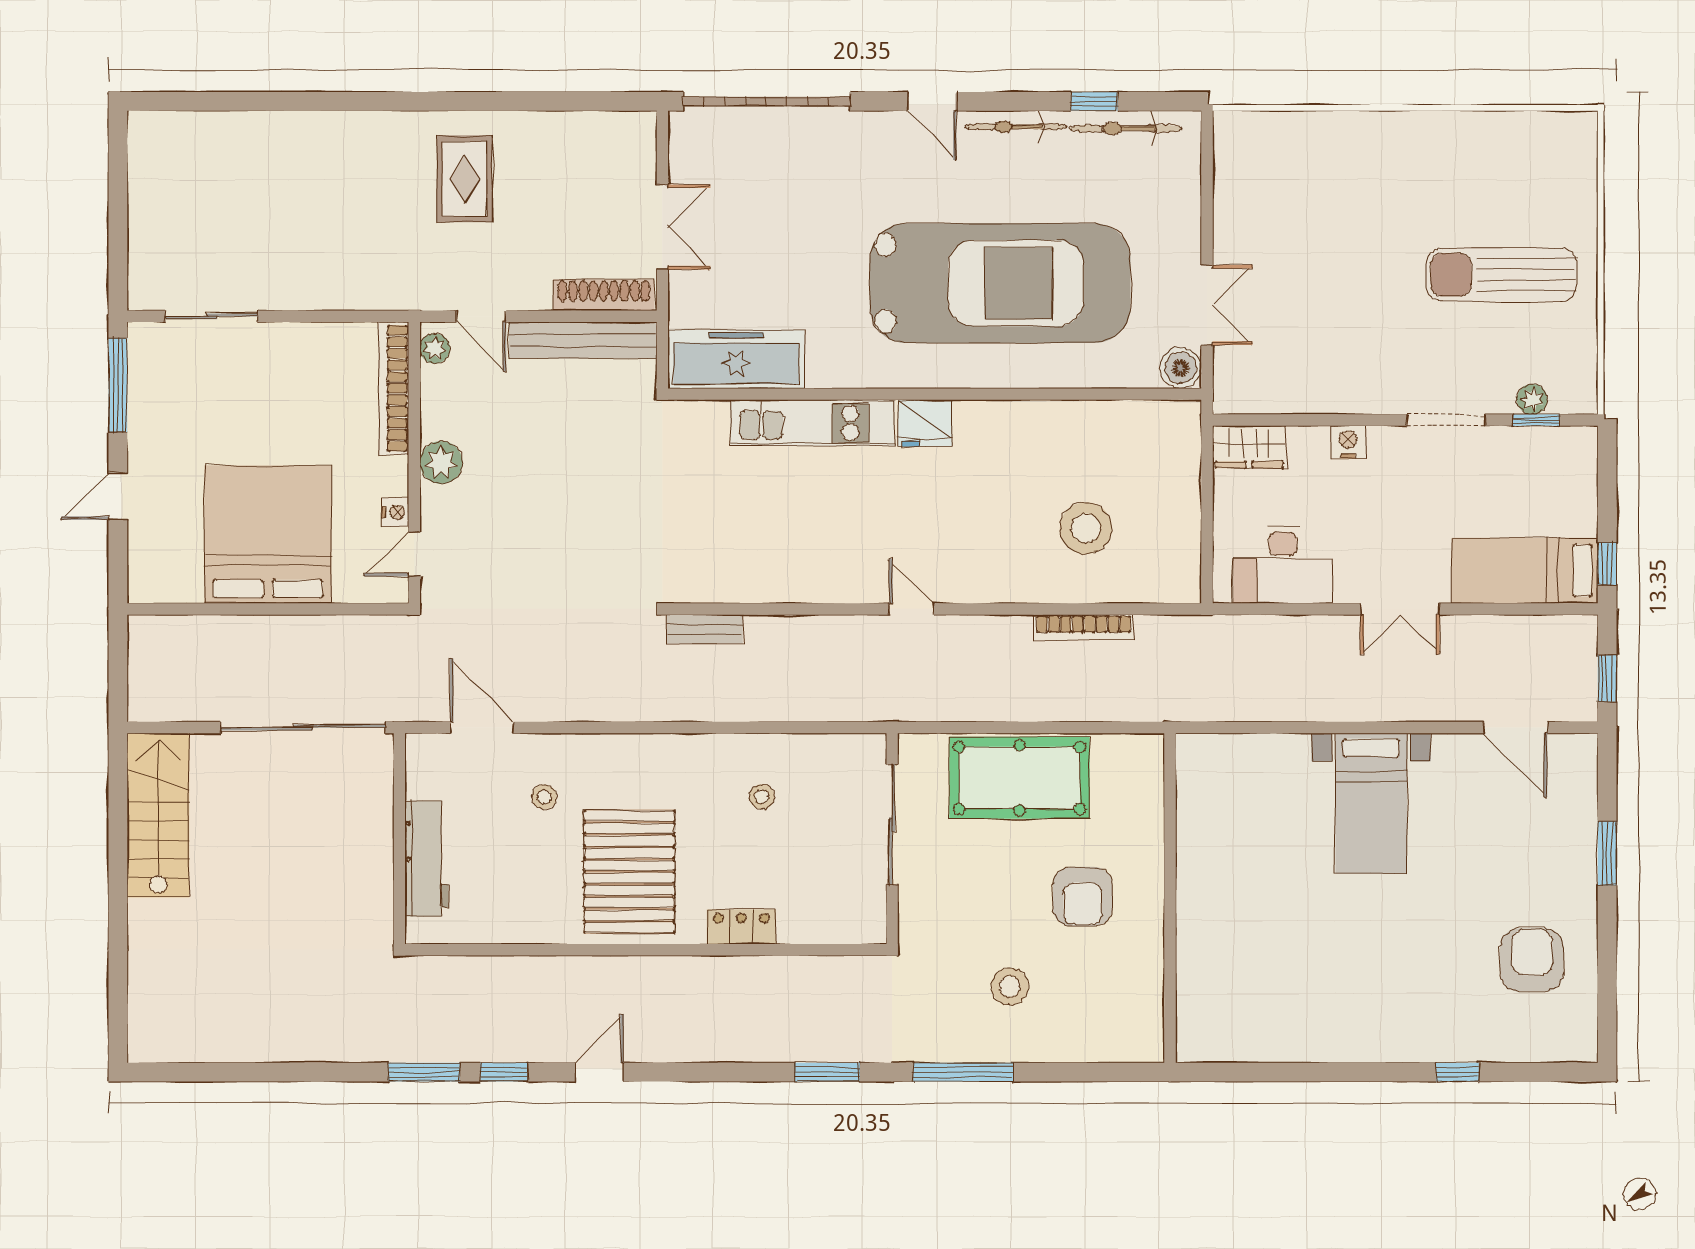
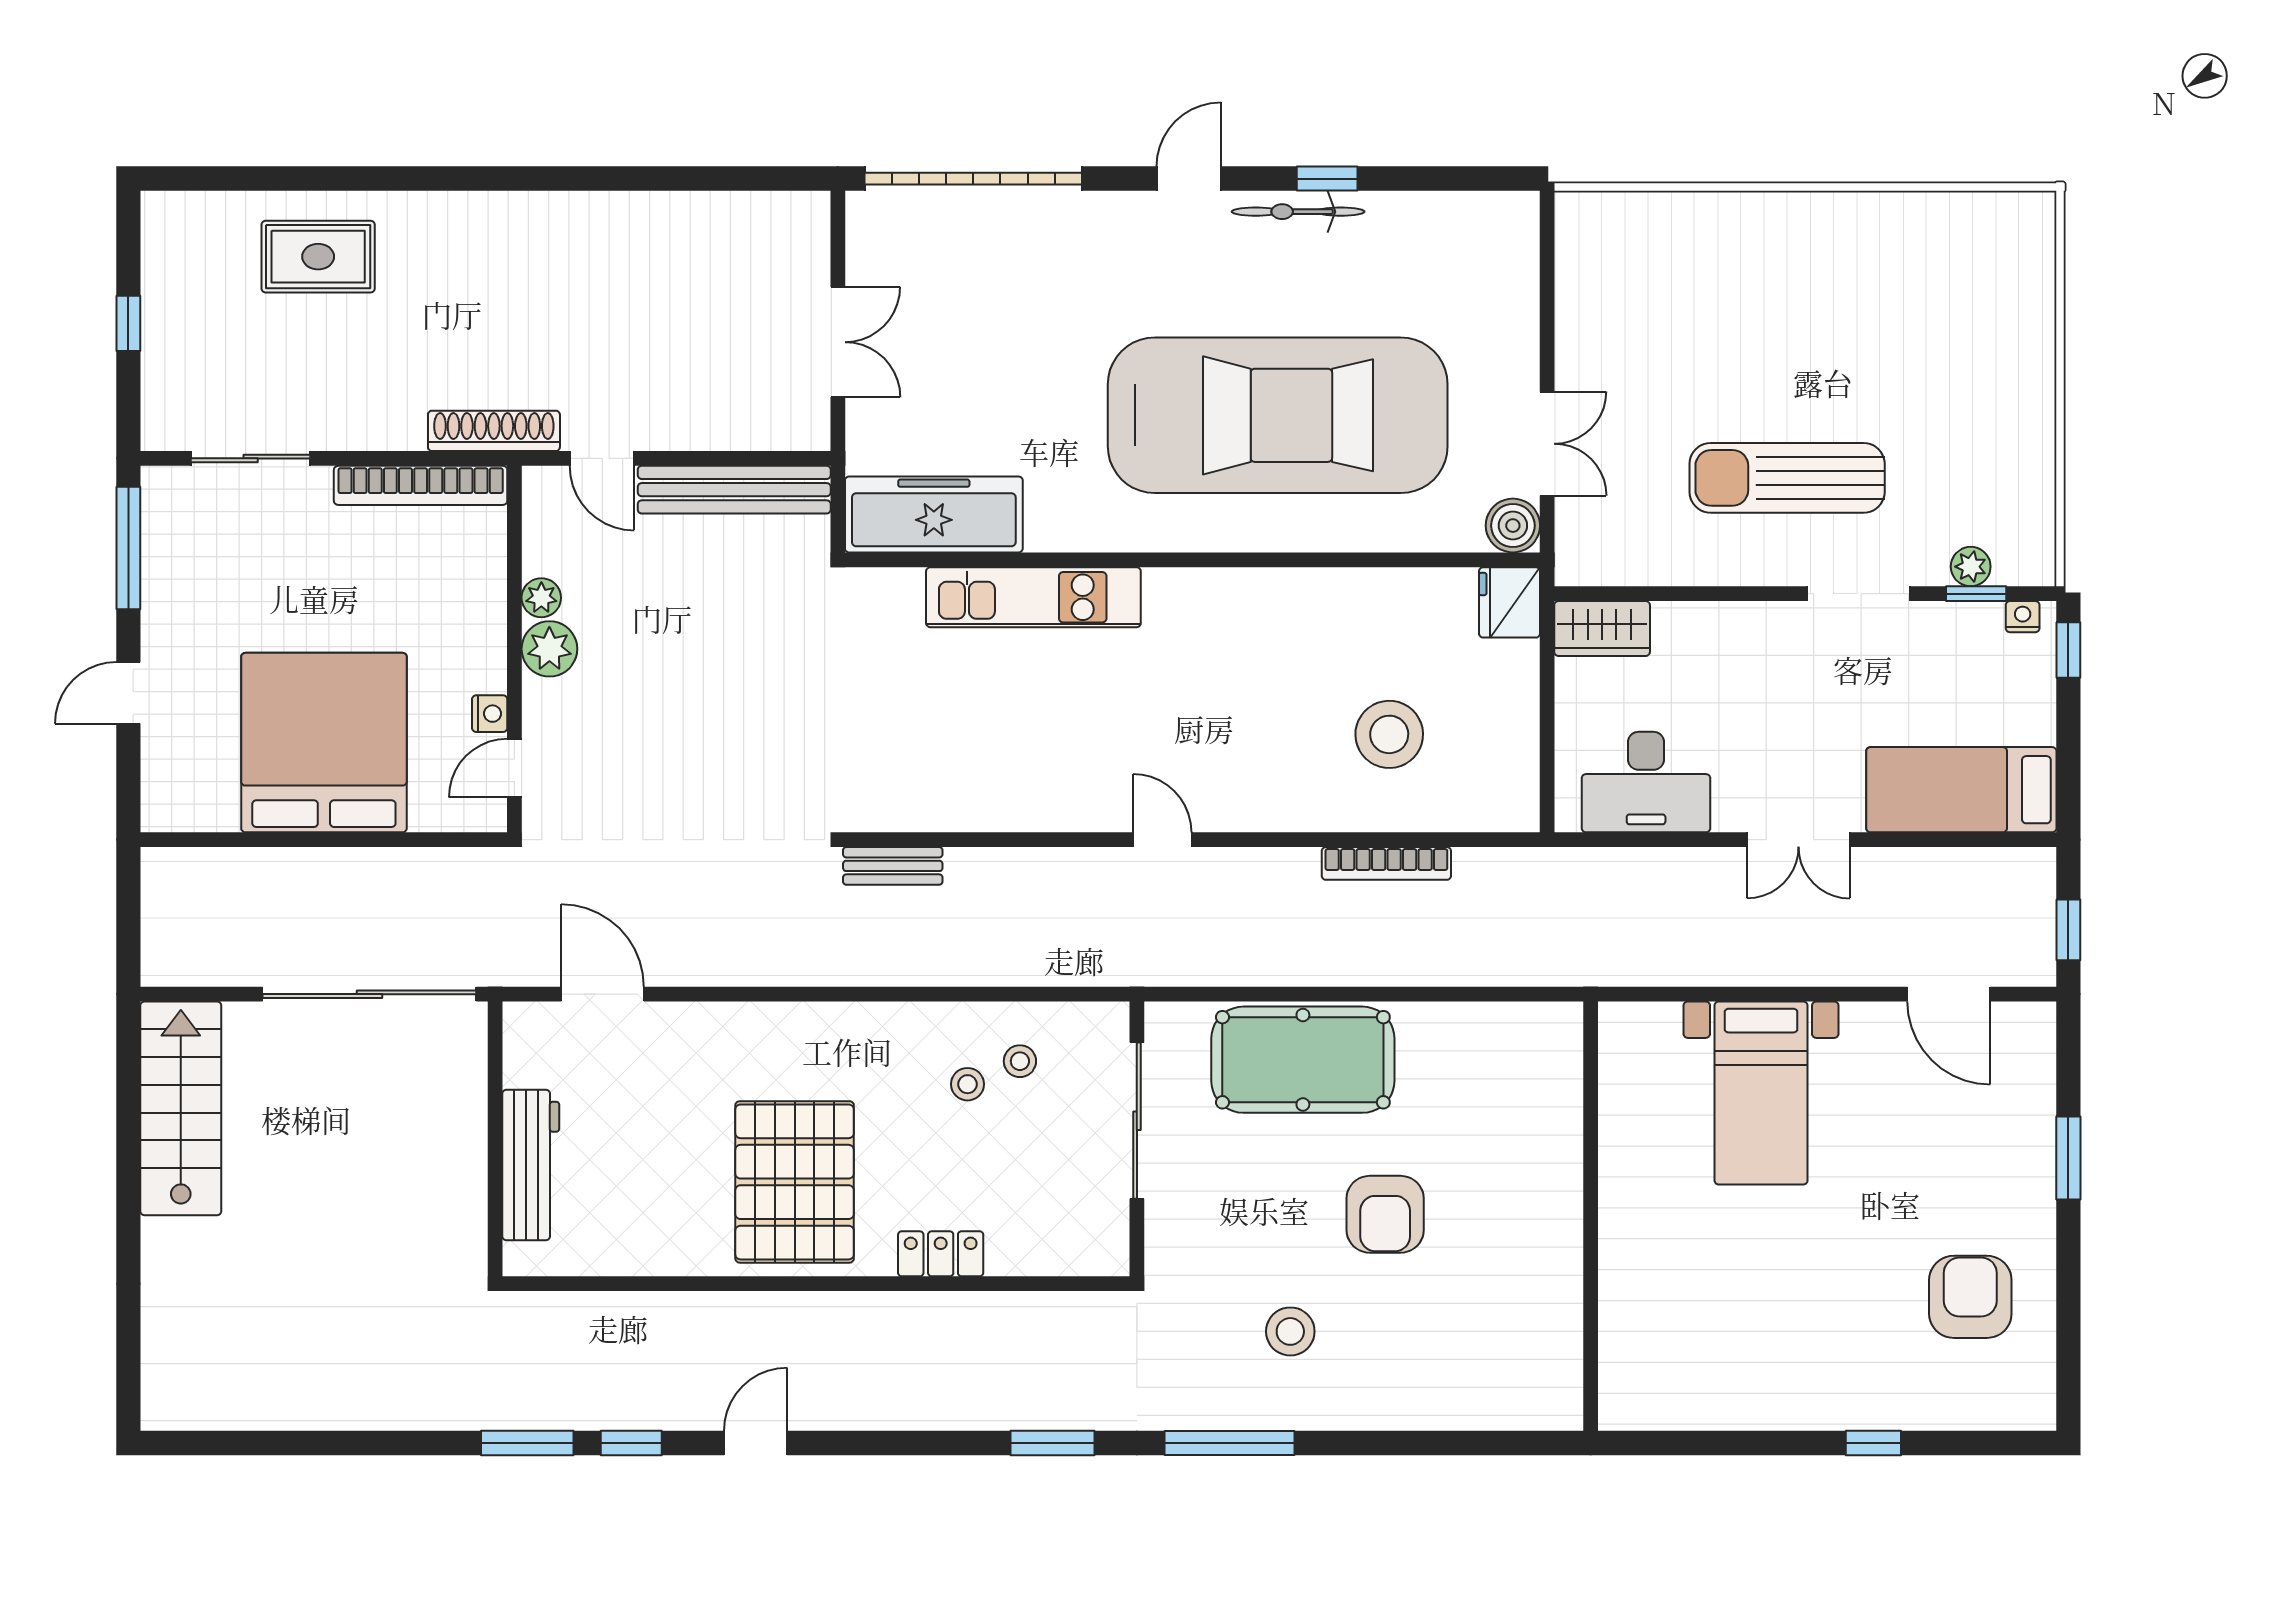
door: (932, 101) -> (1189, 179), swing flipped
window: (1094, 101) -> (1327, 179), moved
bicycle: (1126, 128) -> (1441, 214), removed
rug: (465, 179) -> (318, 257), moved, turned 90
window: (118, 213) -> (128, 323), added
sun lounger: (1501, 275) -> (1787, 478), moved
shoe rack: (604, 295) -> (494, 431), moved
plant: (435, 349) -> (541, 598), moved
bookcase: (394, 388) -> (421, 485), moved, turned -90
fridge: (925, 423) -> (1510, 602), moved, turned 90
nightstand: (1348, 442) -> (2023, 617), moved, width x0.72, depth x0.74
window: (1607, 564) -> (2068, 650), moved
stool: (544, 797) -> (1020, 1061), moved
wall: (1170, 898) -> (1591, 1216), moved

